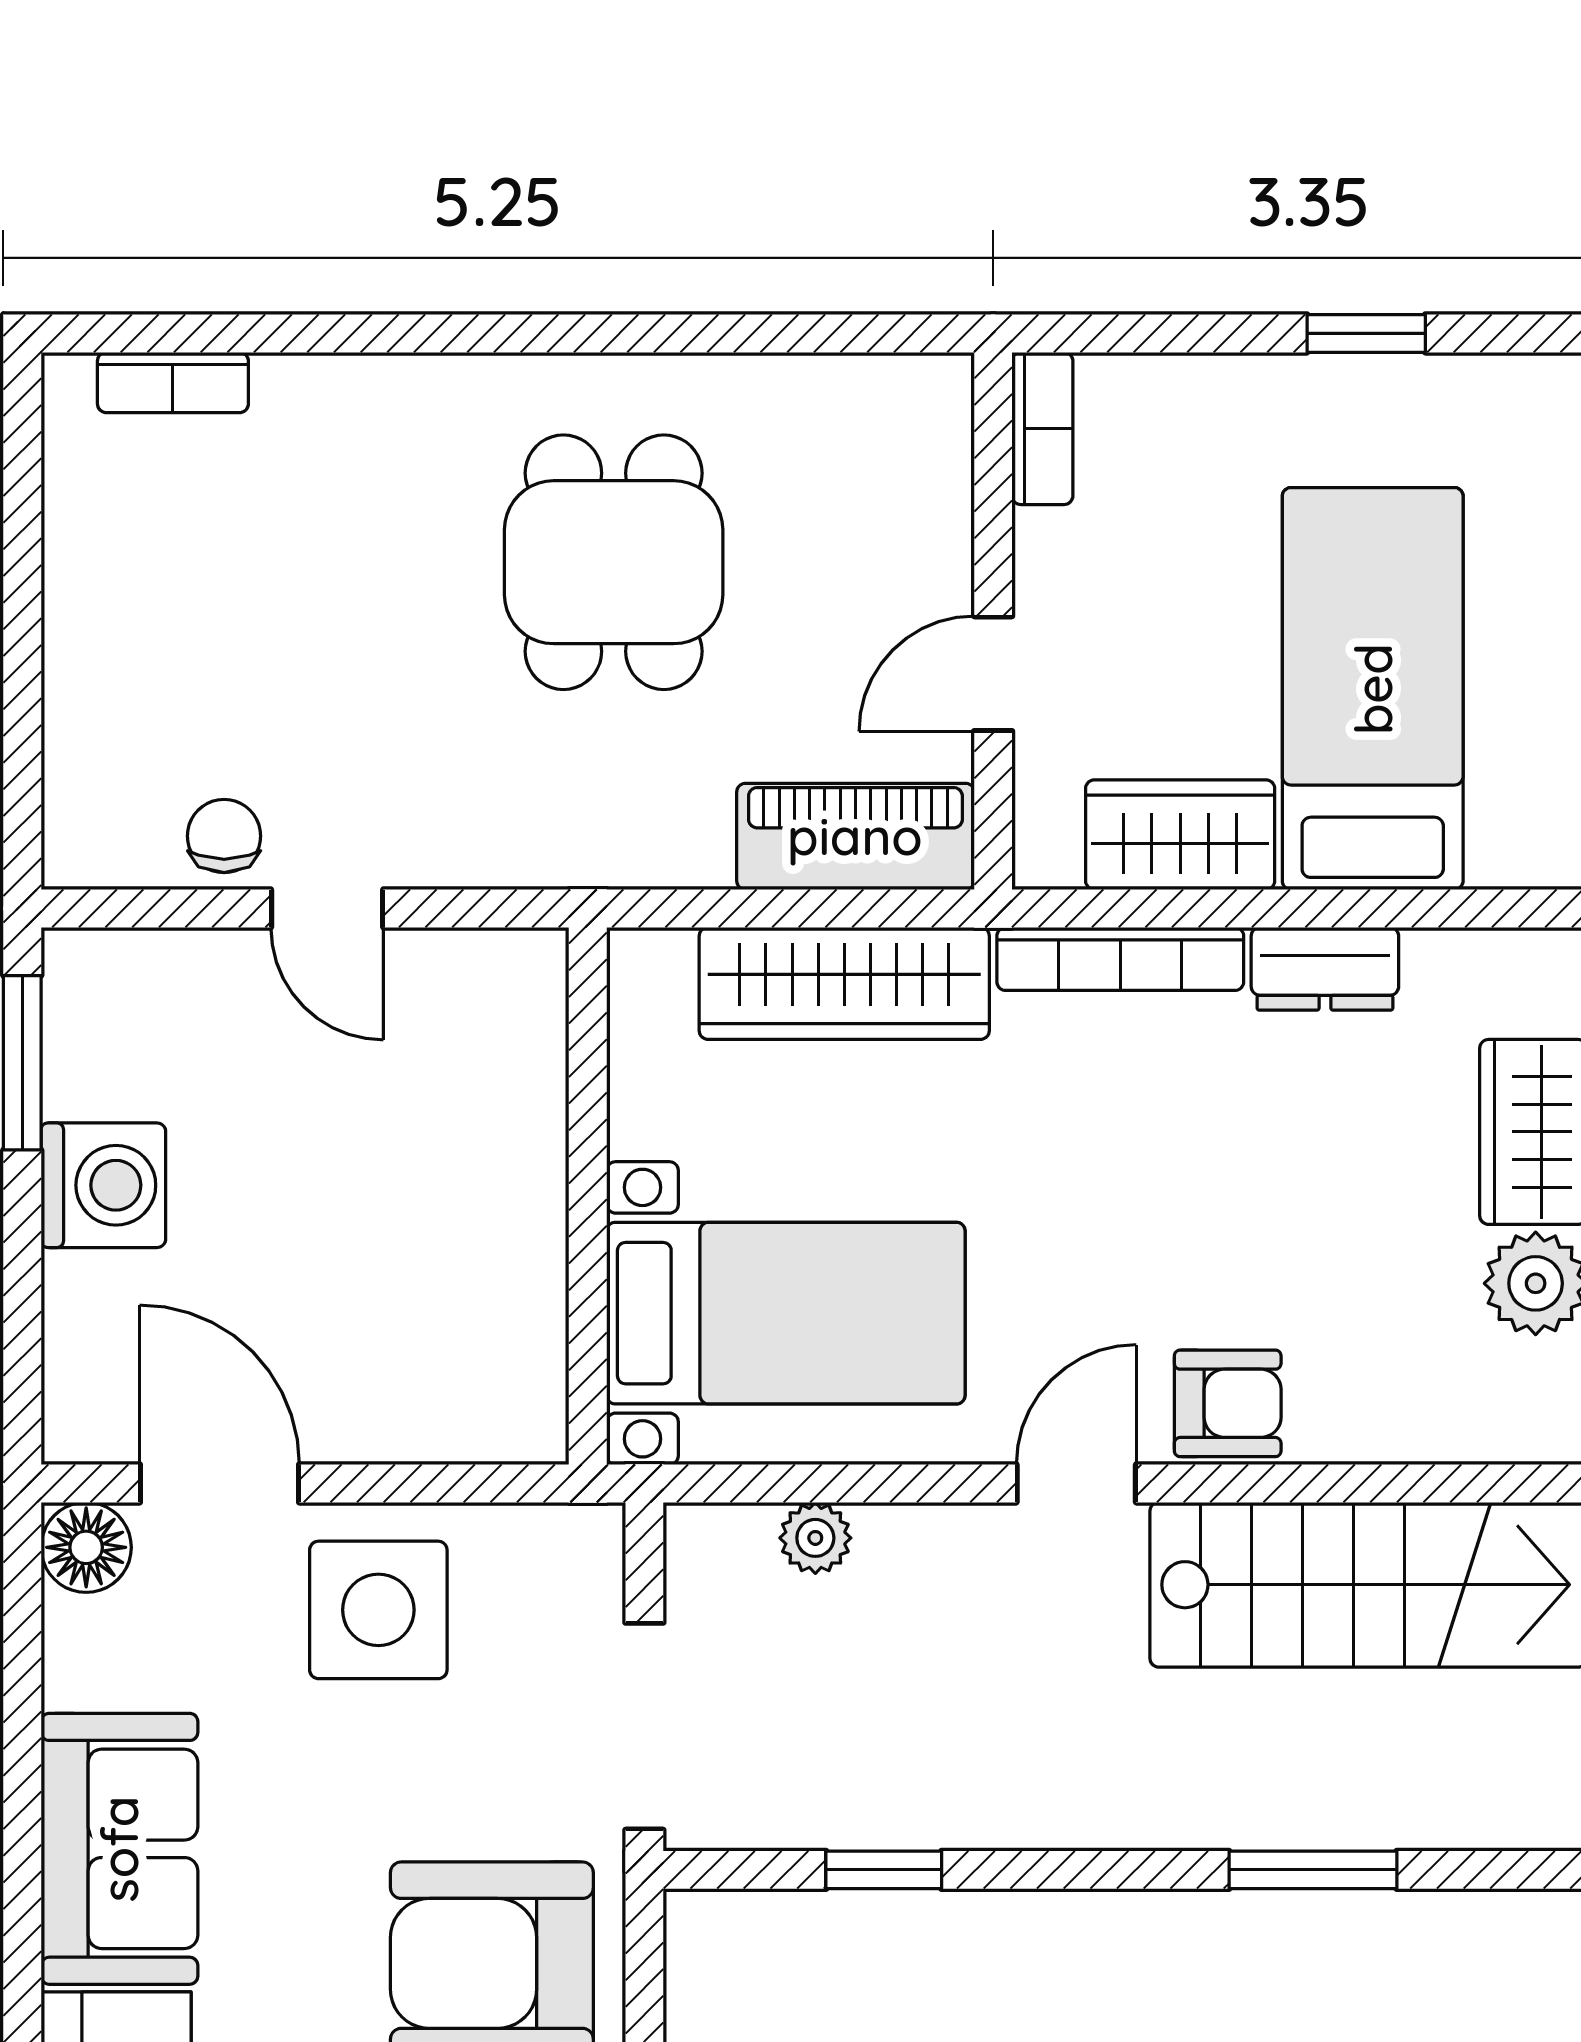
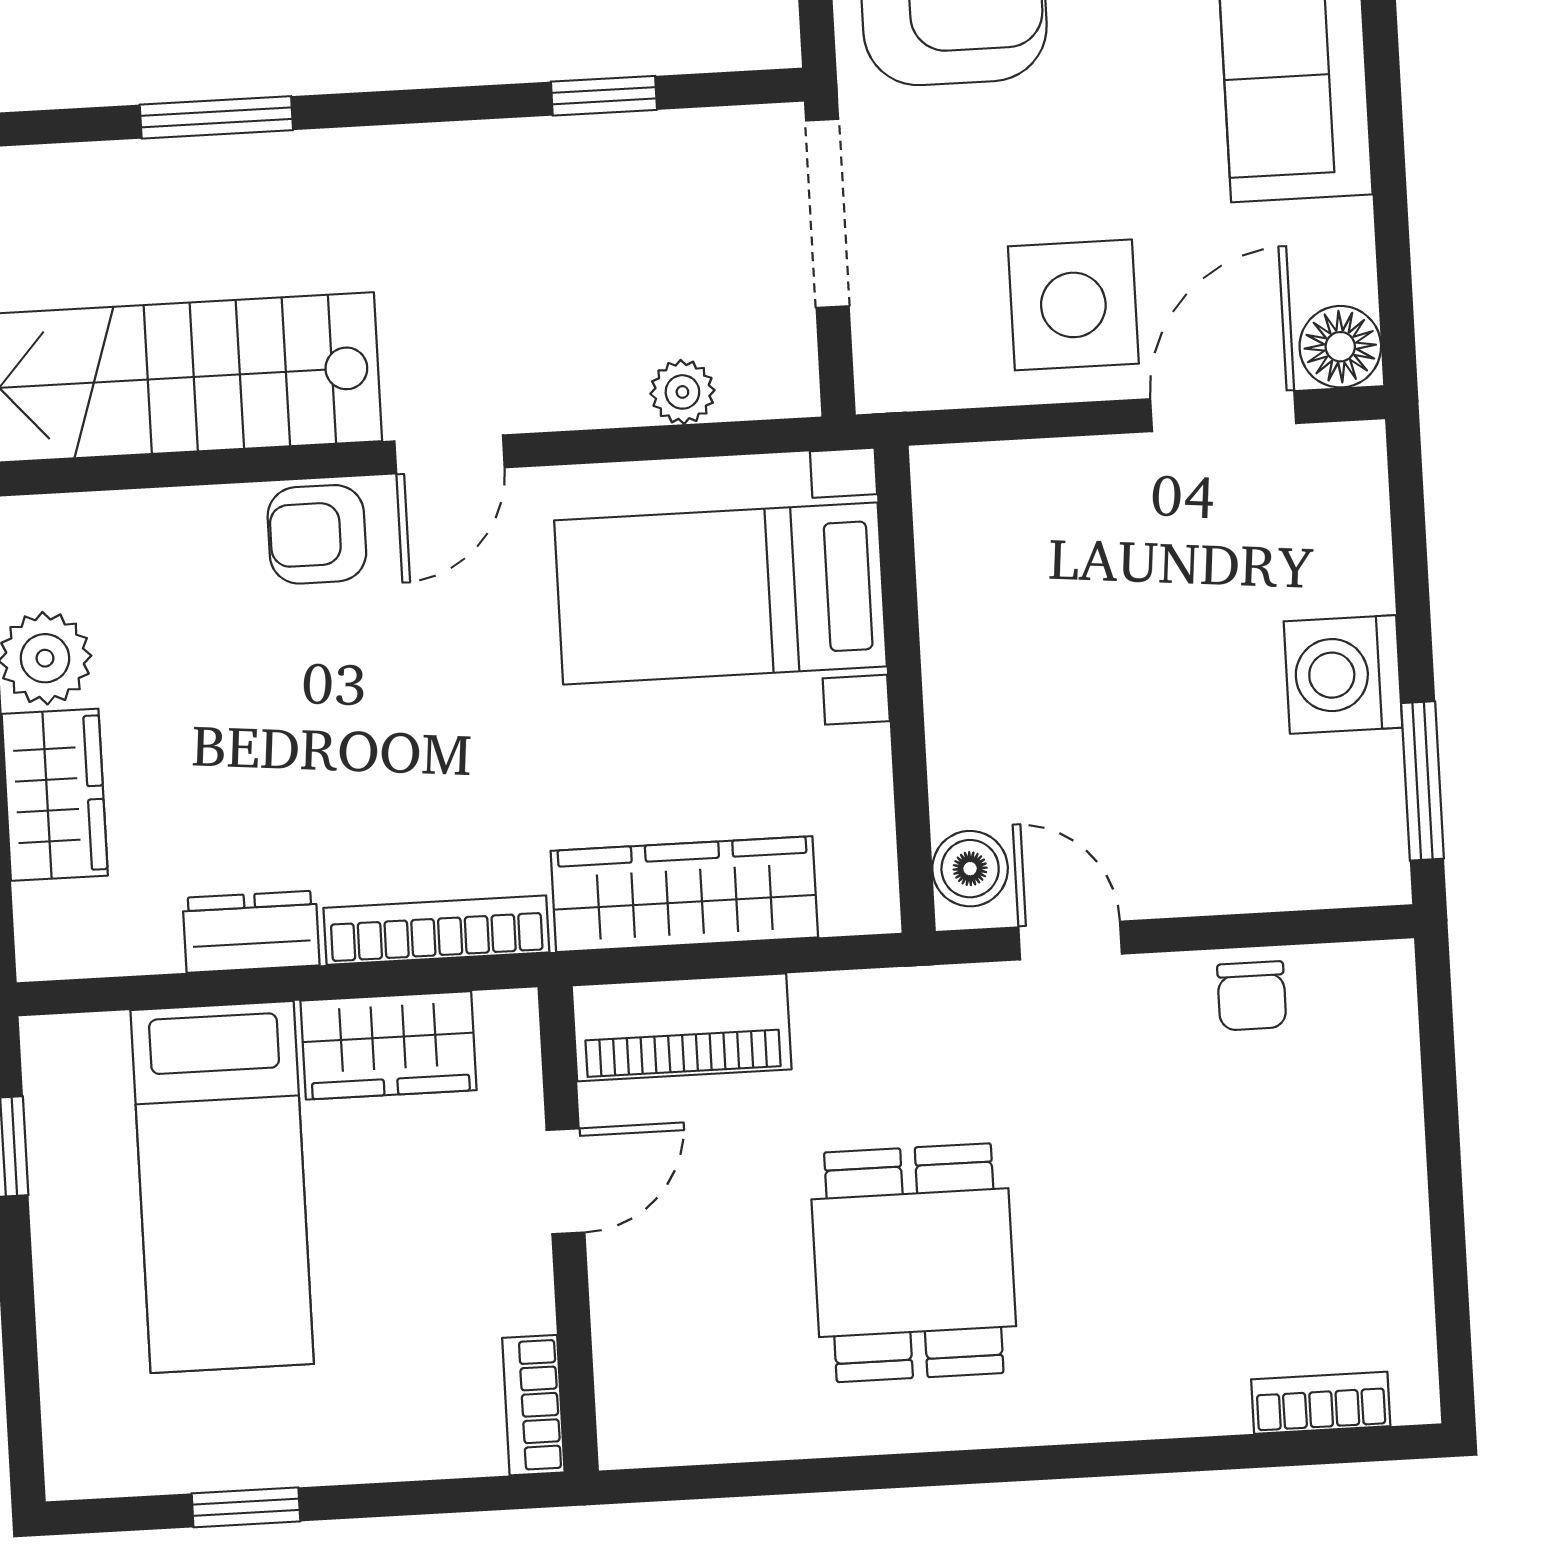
door: (327, 908) -> (1070, 940), moved
boiler: (527, 994) -> (970, 869), added
door: (220, 1483) -> (1223, 411), swing flipped

